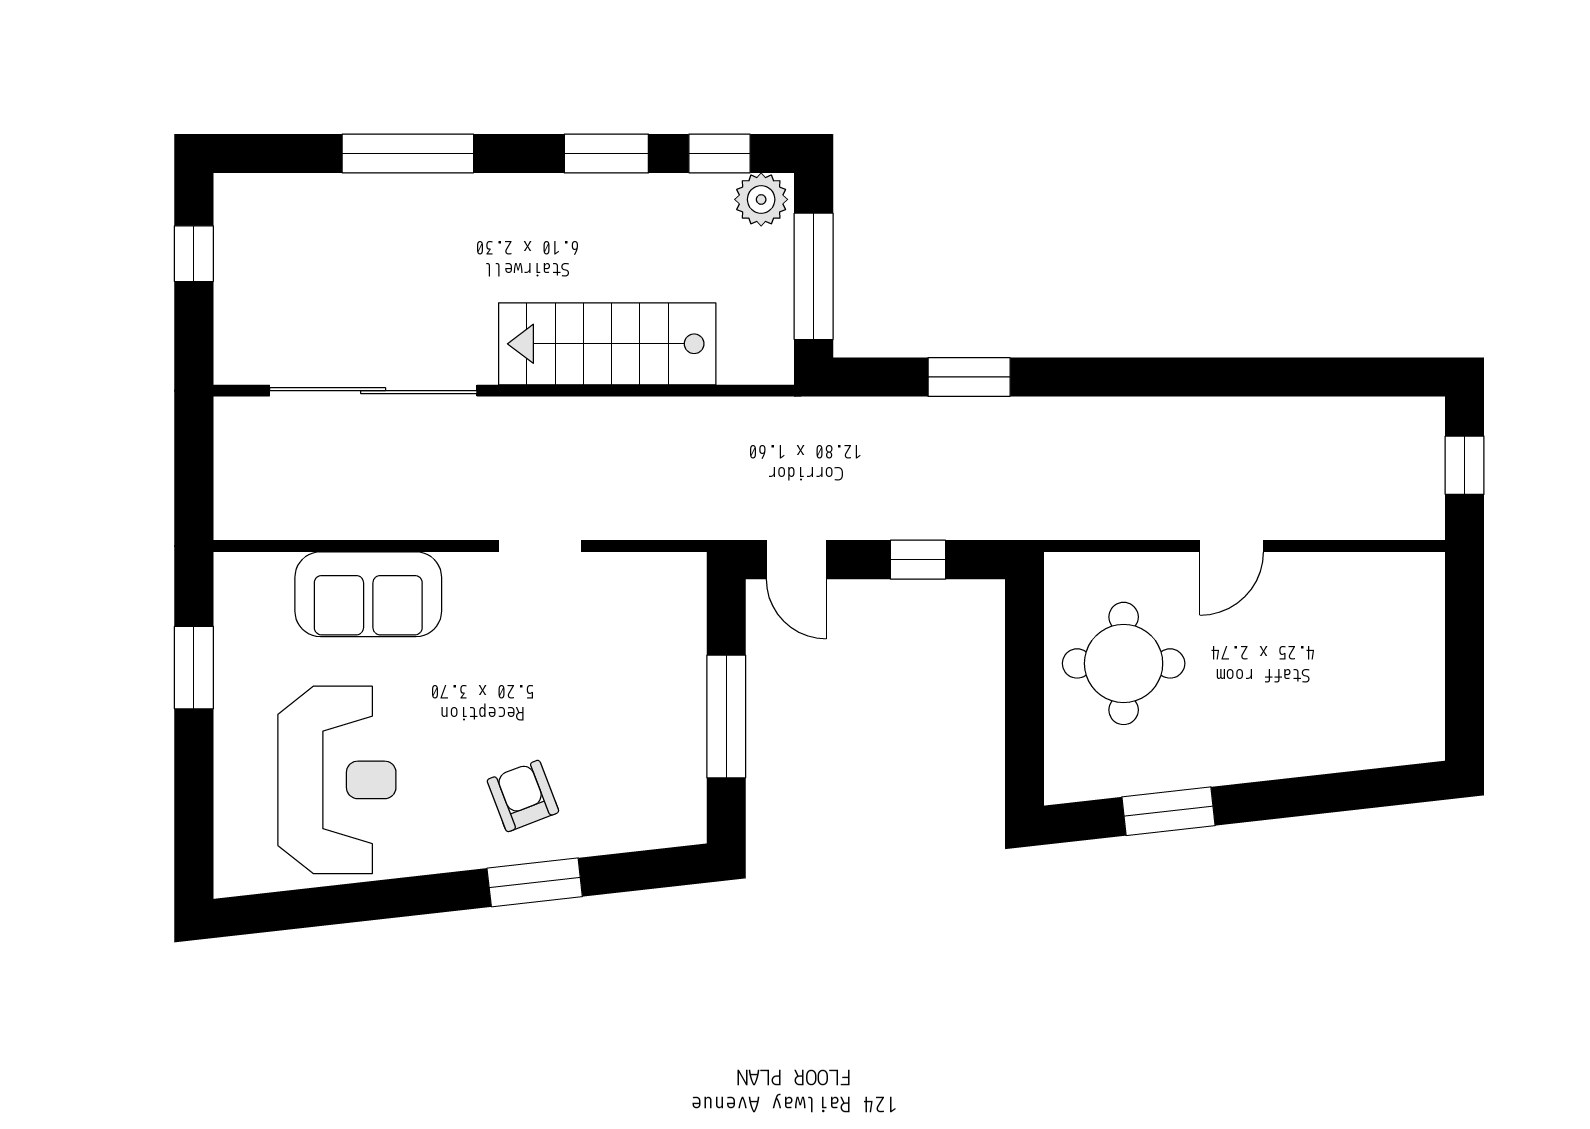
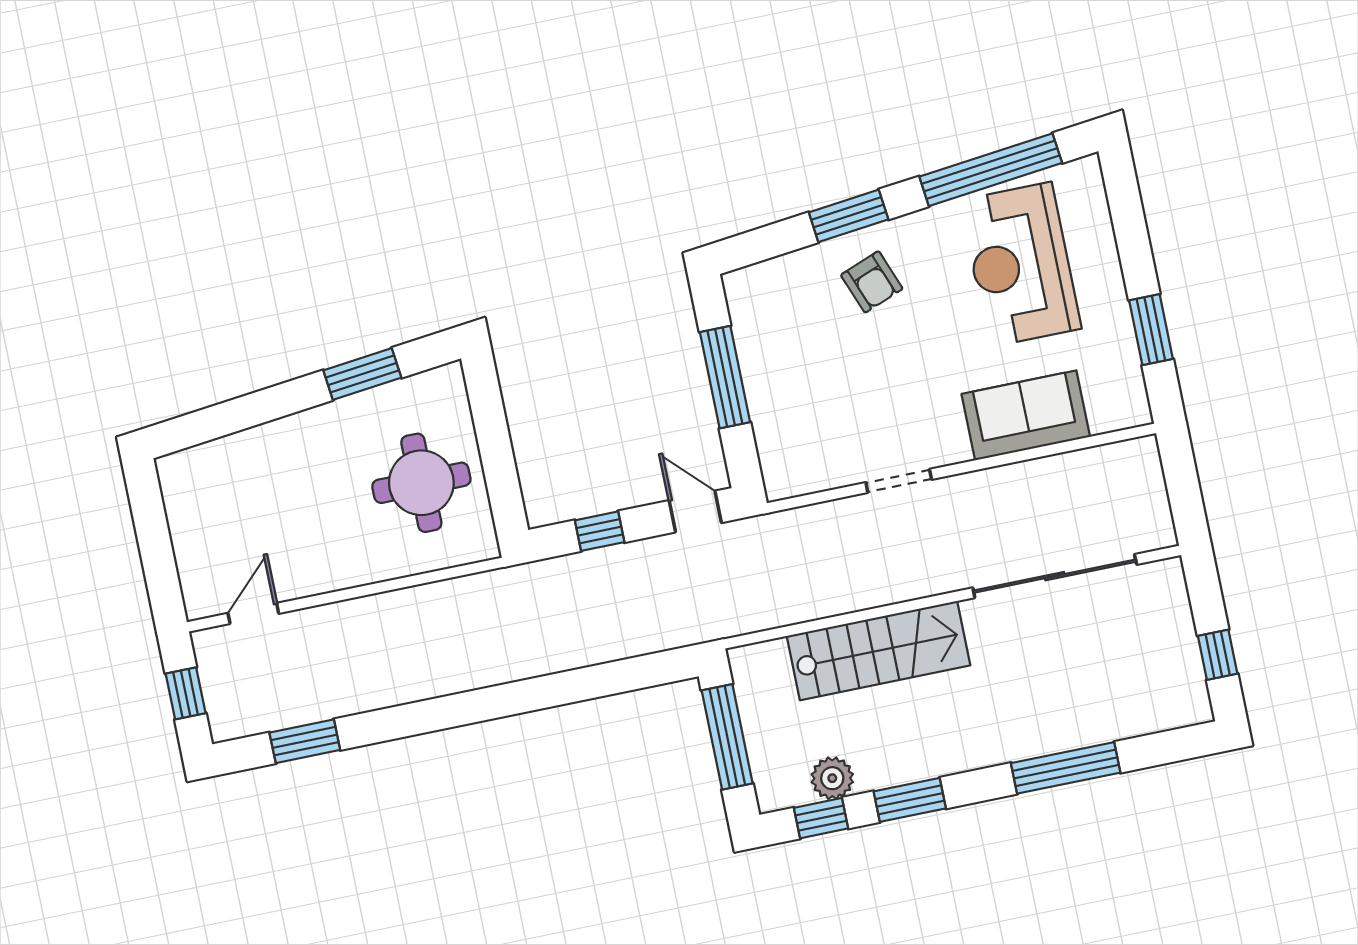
plant: (761, 199) -> (832, 778), moved
window: (969, 377) -> (305, 741), moved
door: (1232, 546) -> (253, 613), moved
window: (349, 903) -> (991, 170), added

